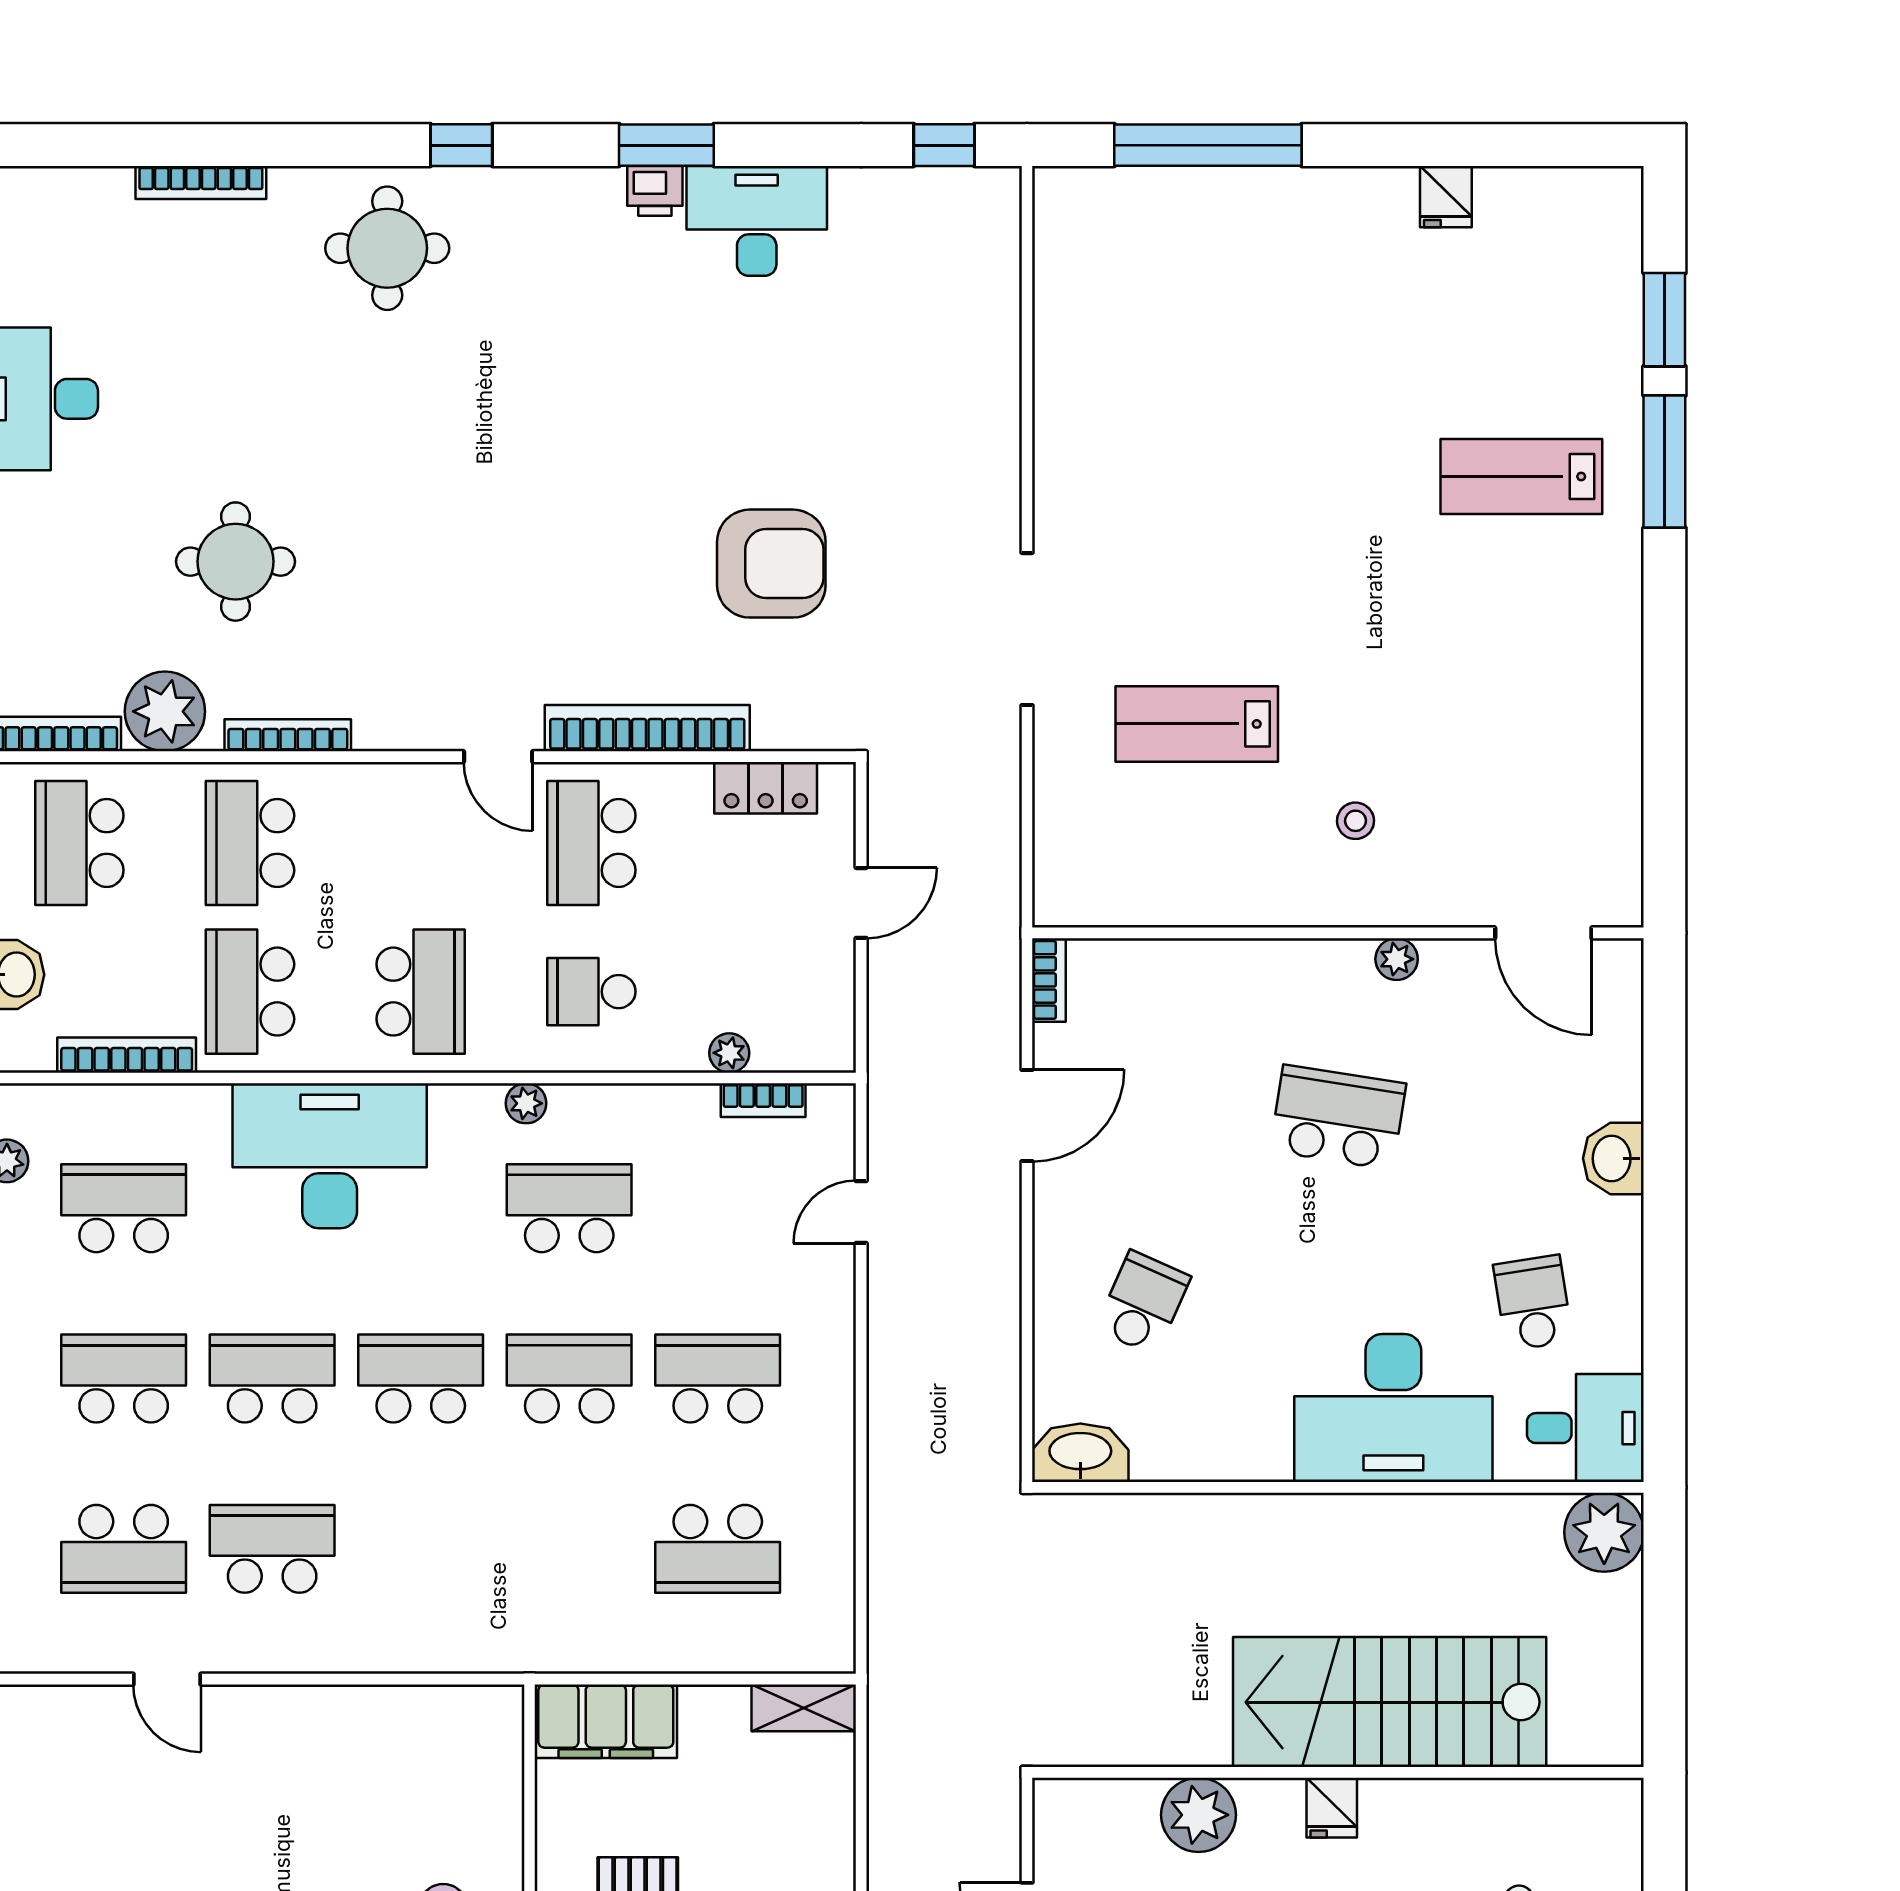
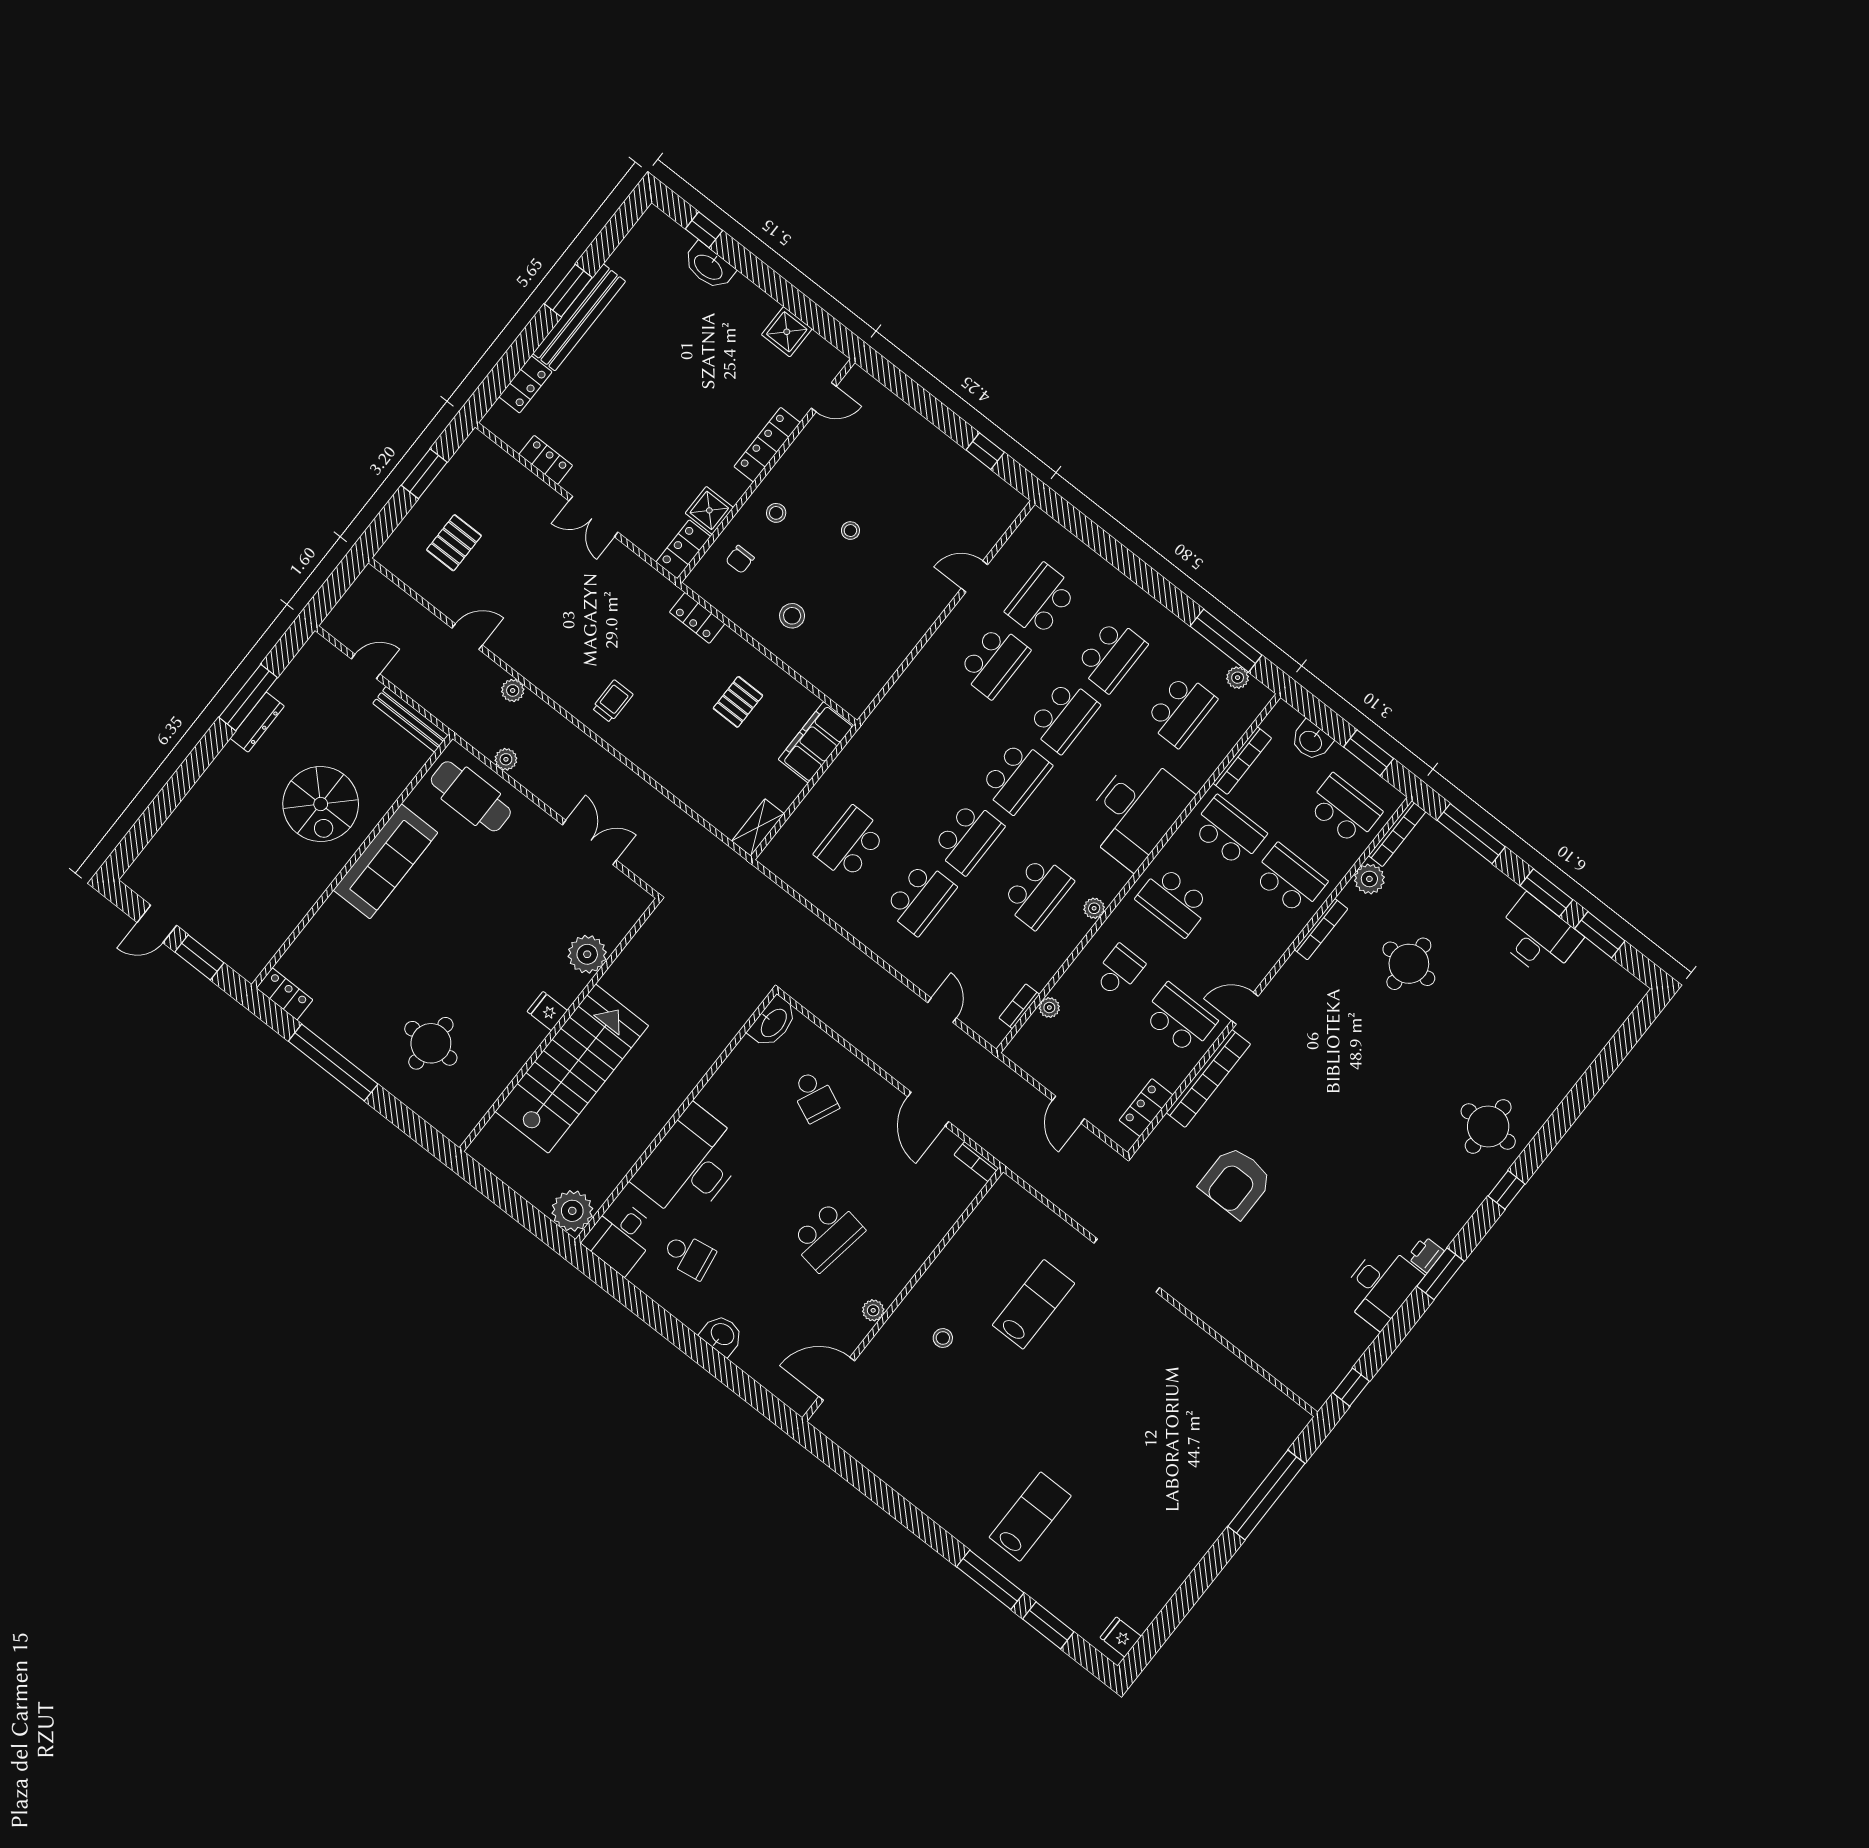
bookcase: (201, 182) -> (1575, 1071), removed
fridge: (1446, 197) -> (1121, 1637), moved
plant: (165, 711) -> (1369, 879), width x0.73, depth x0.73

